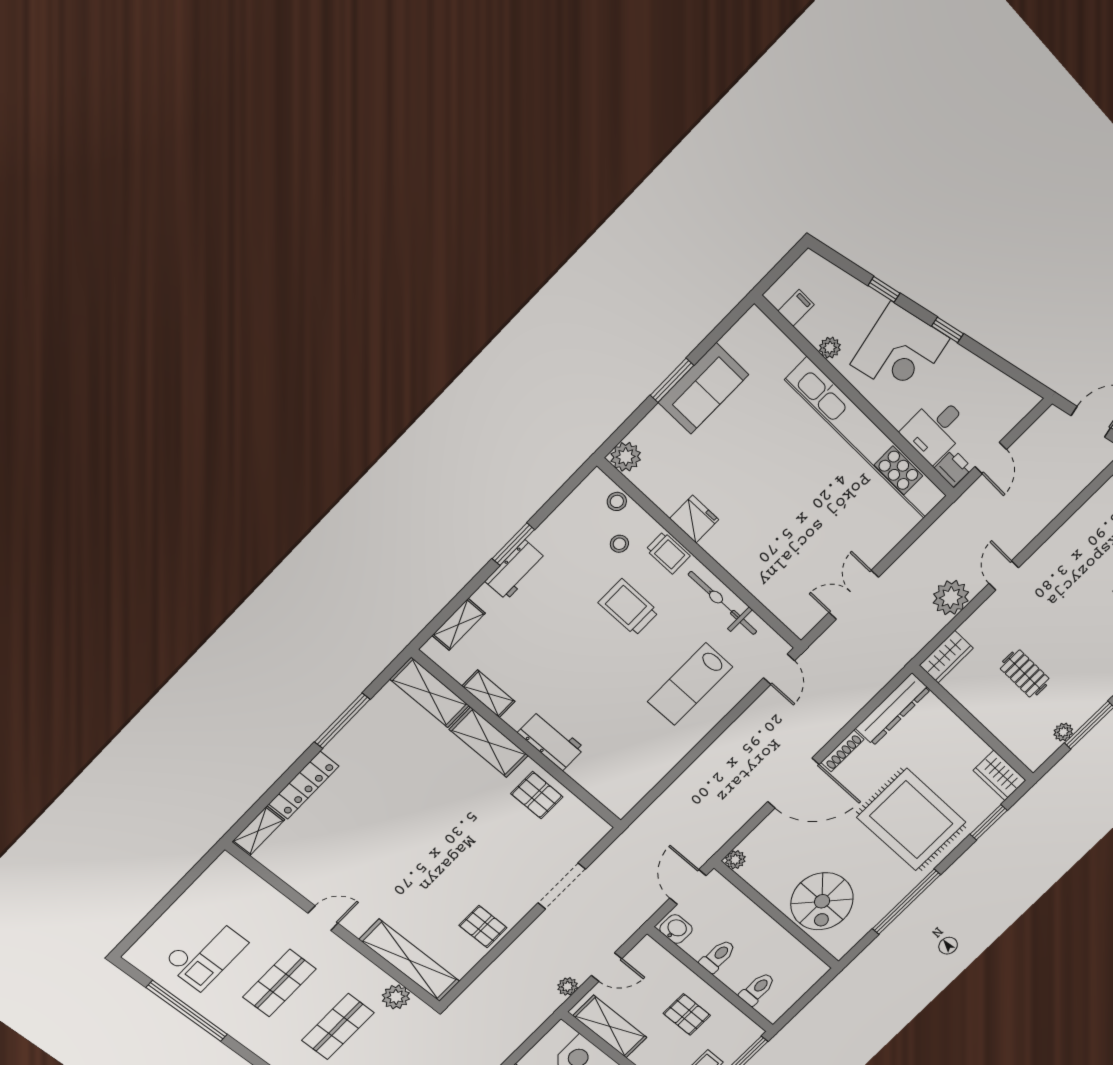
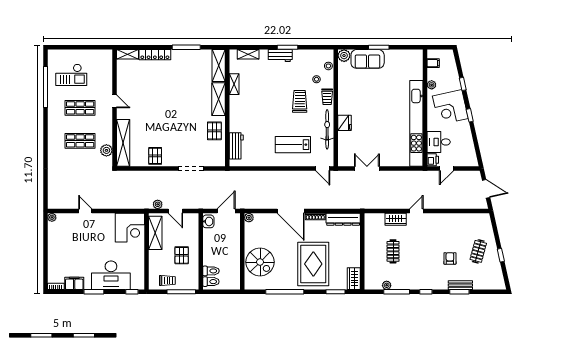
sofa: (703, 388) -> (368, 59), moved
fridge: (694, 519) -> (345, 123), moved
plant: (951, 598) -> (394, 201), removed
wardrobe: (946, 657) -> (396, 219), moved
door: (779, 669) -> (323, 168), hinge flipped
workbench: (551, 741) -> (236, 146), moved
spiral stairs: (822, 901) -> (260, 262), turned -90
toilet: (718, 956) -> (211, 282), moved

